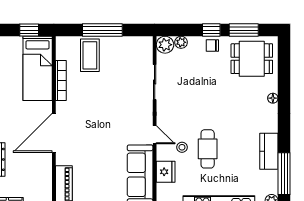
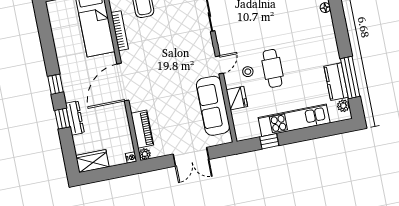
door: (155, 135) -> (219, 65), hinge flipped
kitchen counter: (269, 151) -> (336, 82), moved

